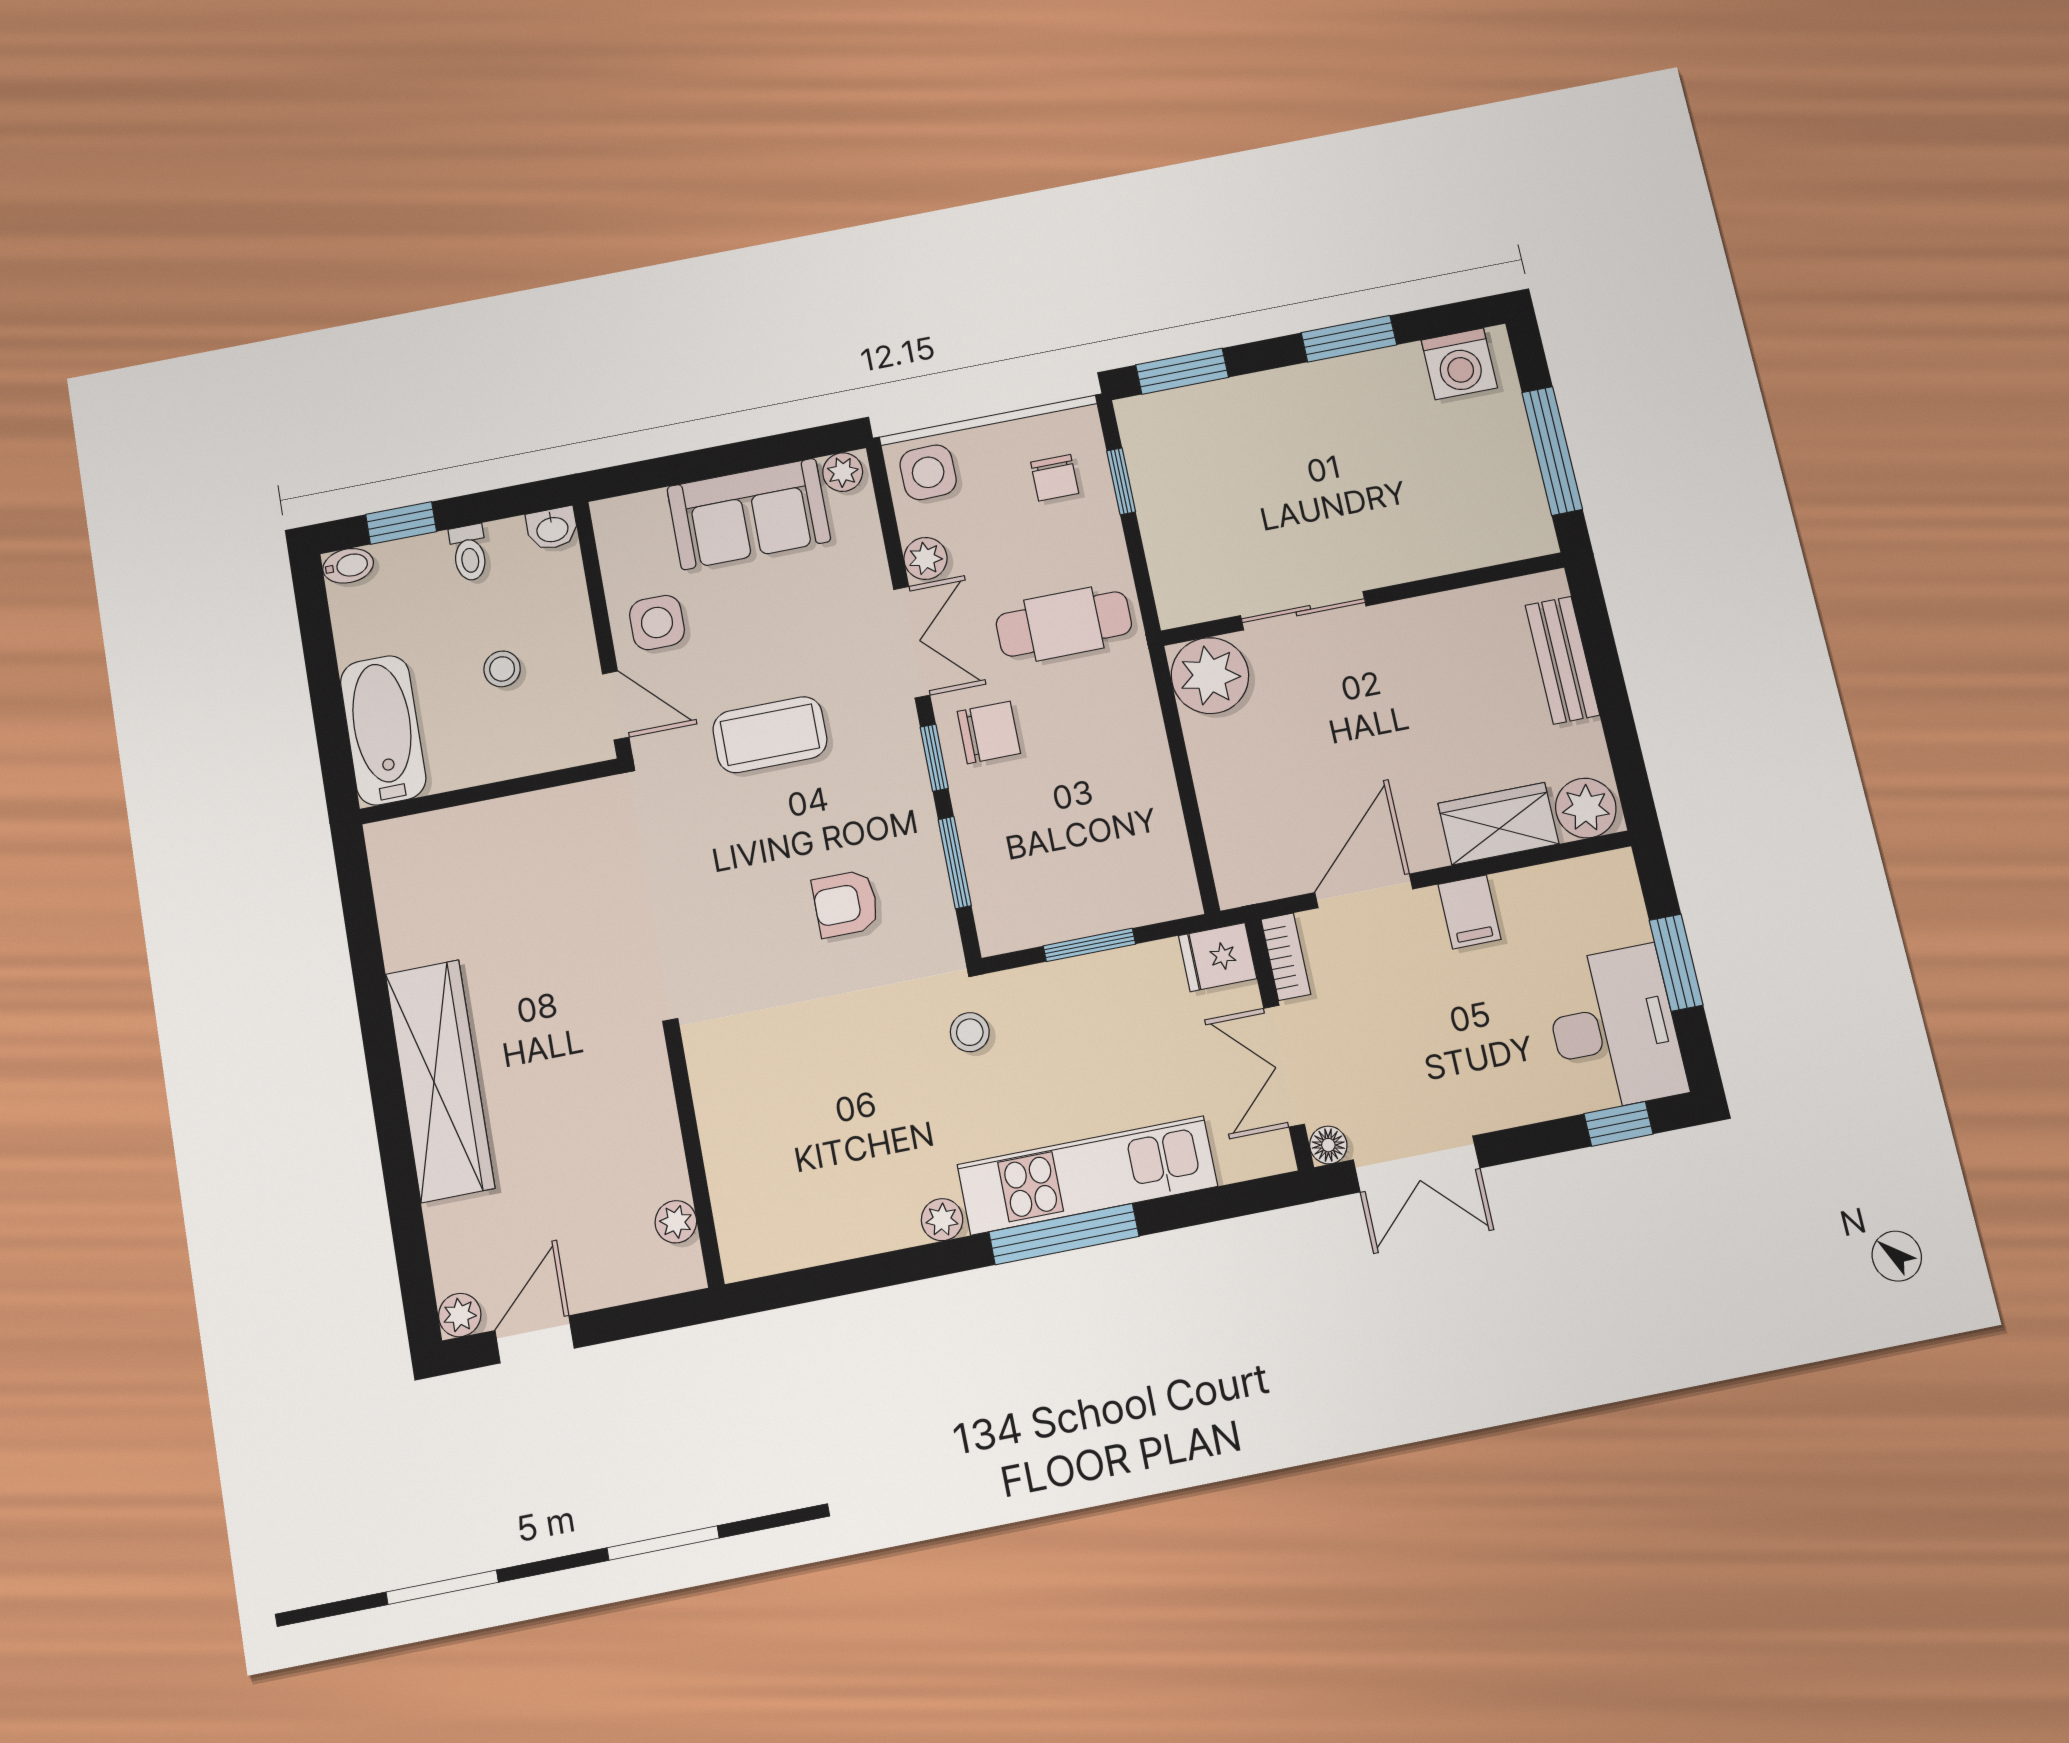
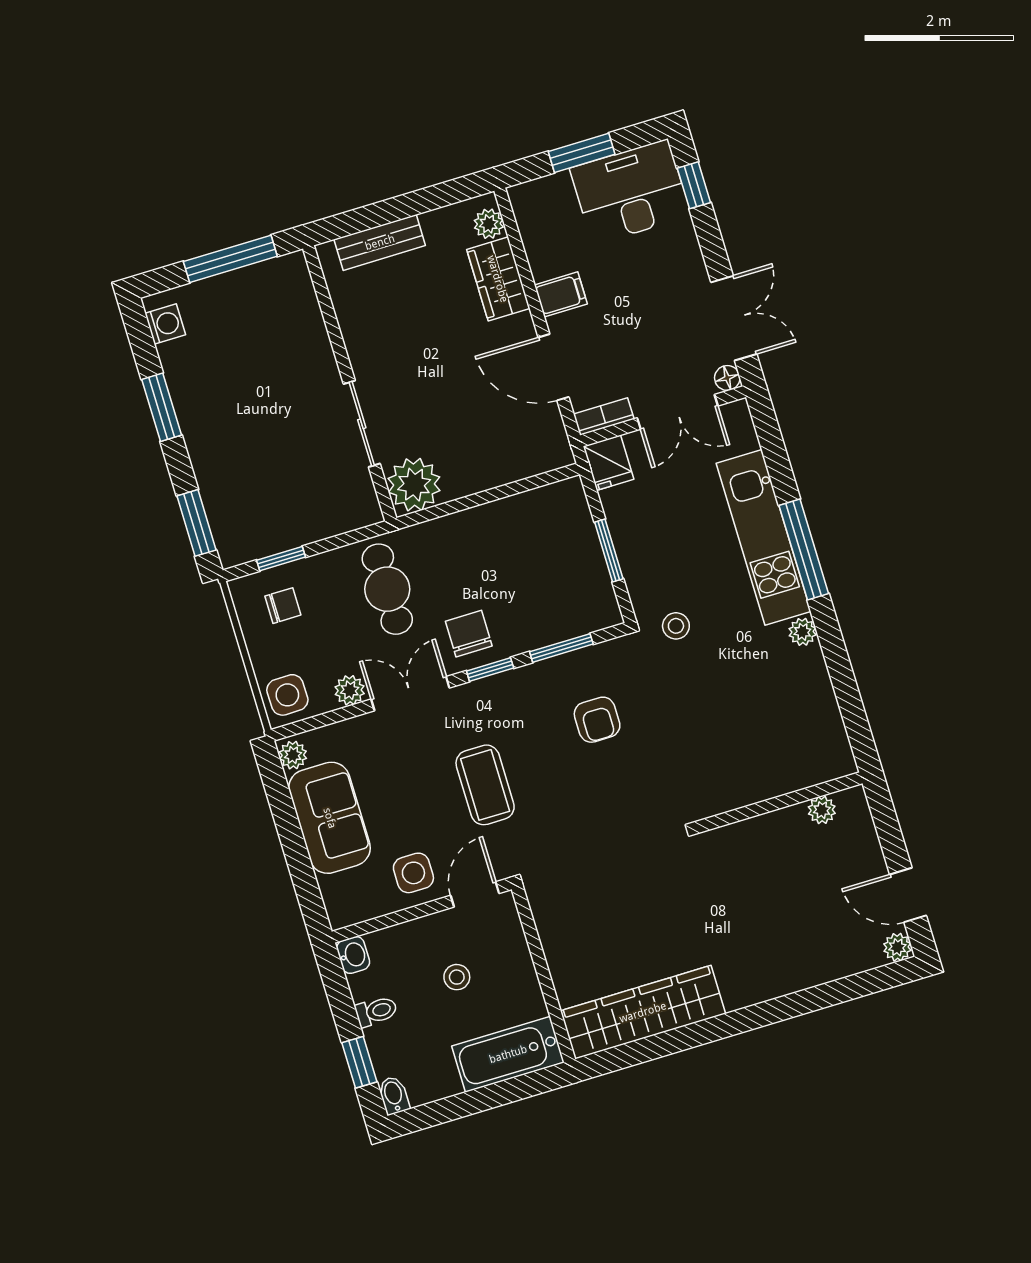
washing machine: (1459, 364) -> (165, 324), width x0.73, depth x0.73
plant: (1586, 808) -> (489, 224), width x0.73, depth x0.73
wardrobe: (440, 1081) -> (643, 1012), moved

